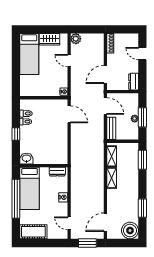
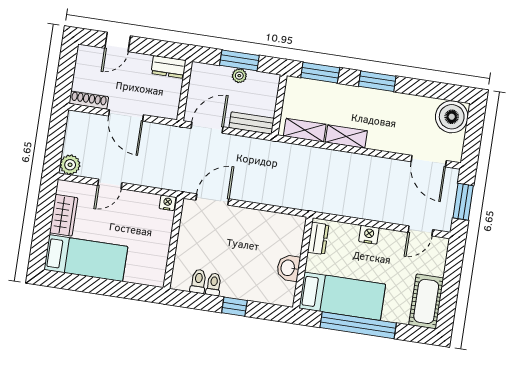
door: (105, 74) -> (126, 115), moved
washbasin: (26, 159) -> (288, 268), moved
window: (142, 208) -> (377, 81), moved

